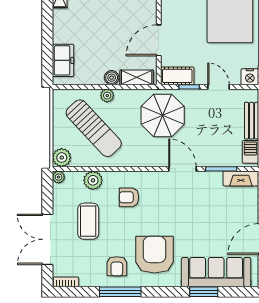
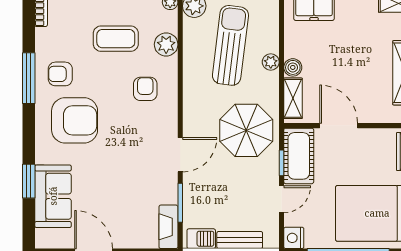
cot: (177, 76) -> (299, 156), width x1.37, depth x1.34
sun lounger: (94, 128) -> (230, 45), turned 140
sofa: (216, 272) -> (53, 196), width x0.73

